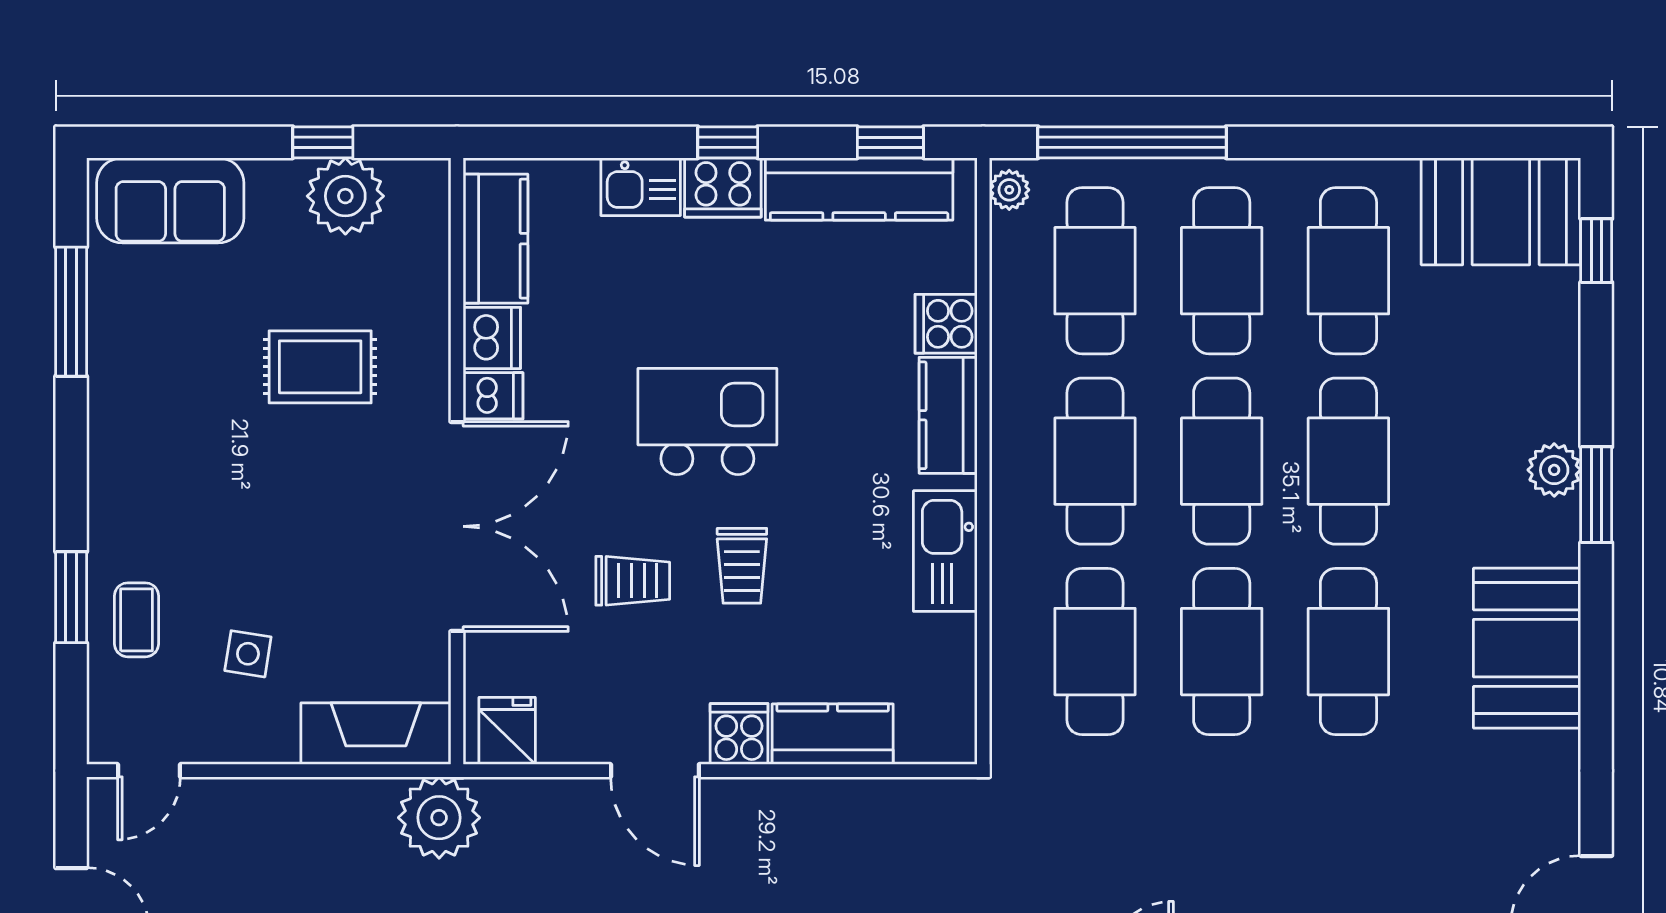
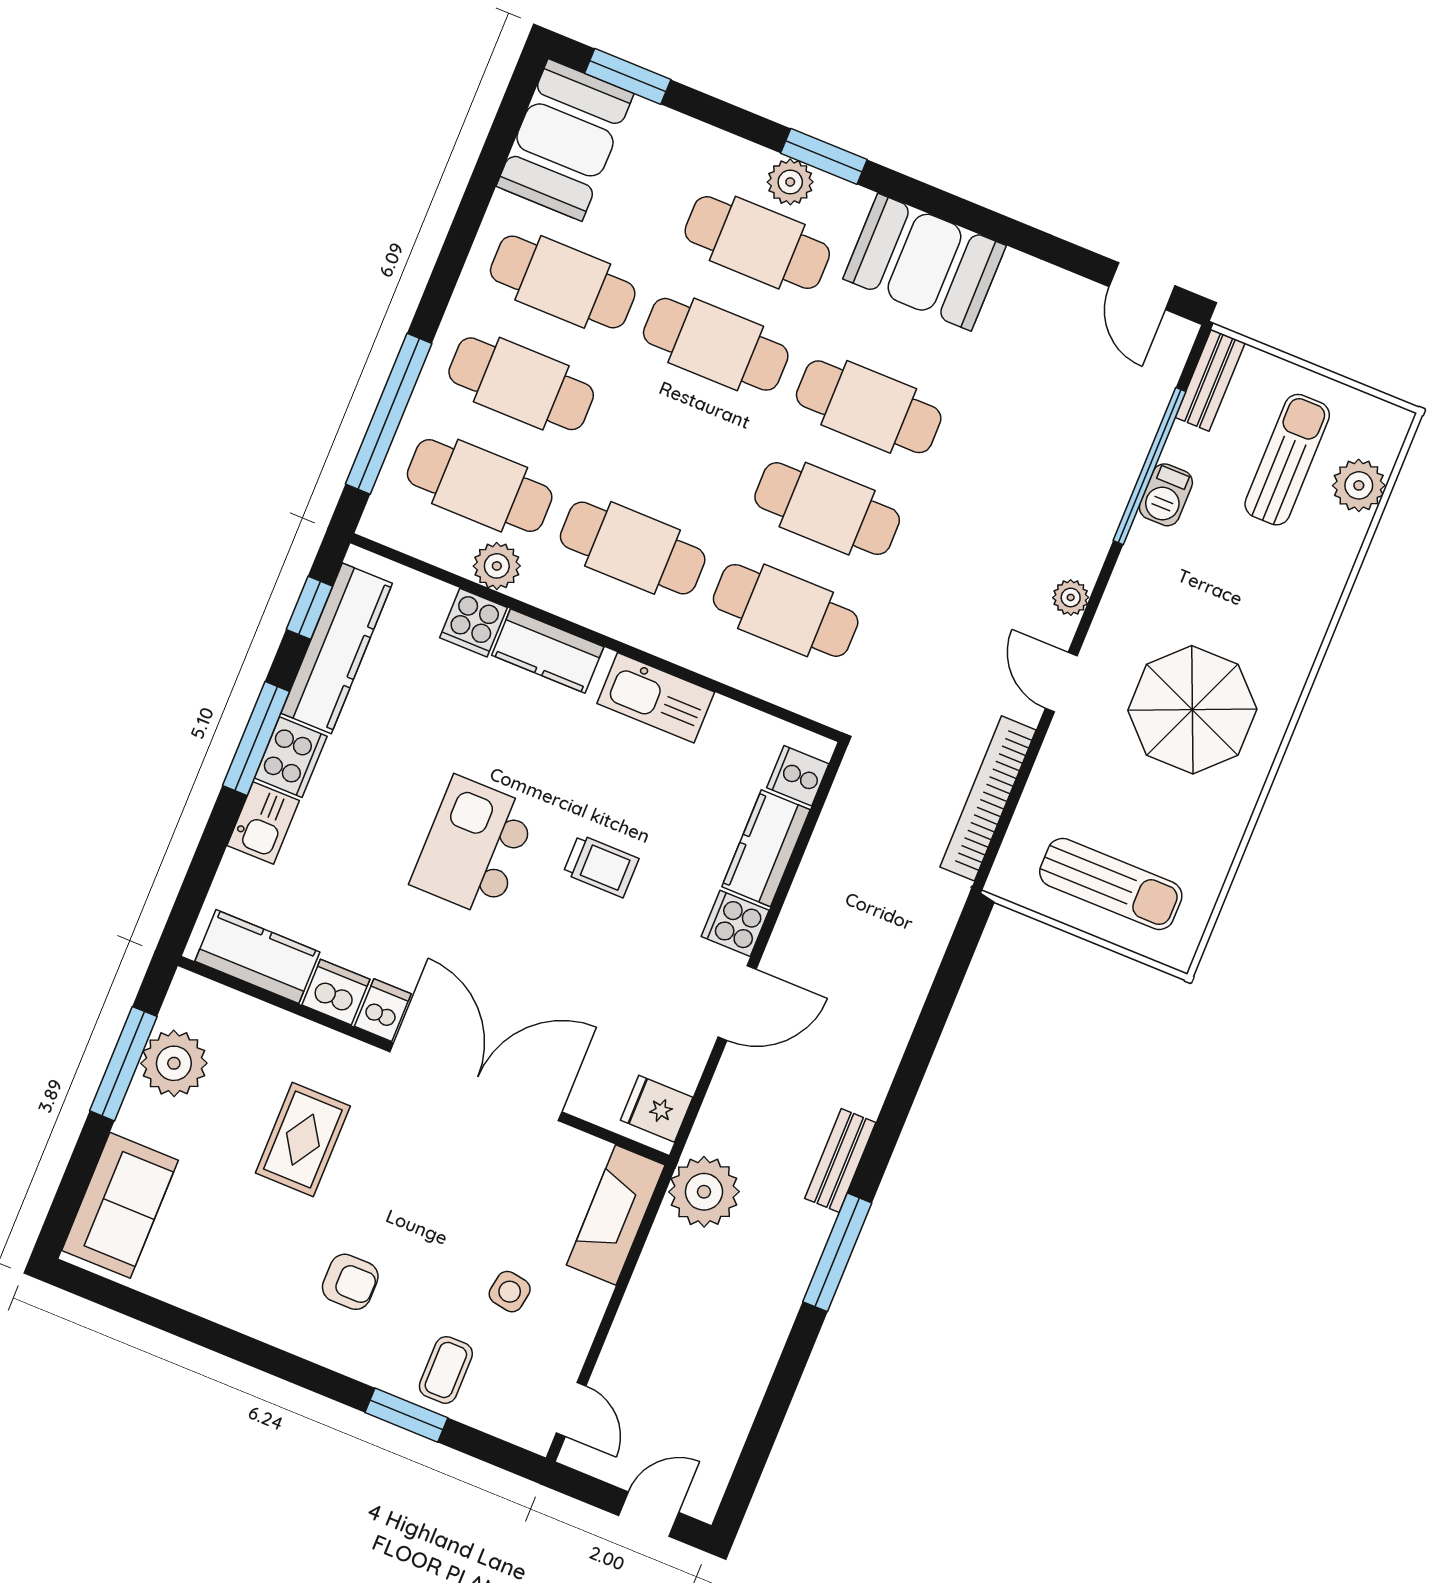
window: (323, 142) -> (123, 1064), width x2.17
window: (728, 142) -> (256, 738), width x2.17
plant: (1009, 190) -> (497, 566), moved, width x1.38, depth x1.38
window: (1596, 251) -> (628, 76), width x1.50
window: (71, 312) -> (177, 1321), removed
cafe table: (1222, 461) -> (757, 243), moved
armchair: (189, 479) -> (350, 1282), added
trolley: (633, 581) -> (577, 959), removed
coffee table: (137, 620) -> (446, 1370), turned 90
cooker: (924, 737) -> (798, 776), added

